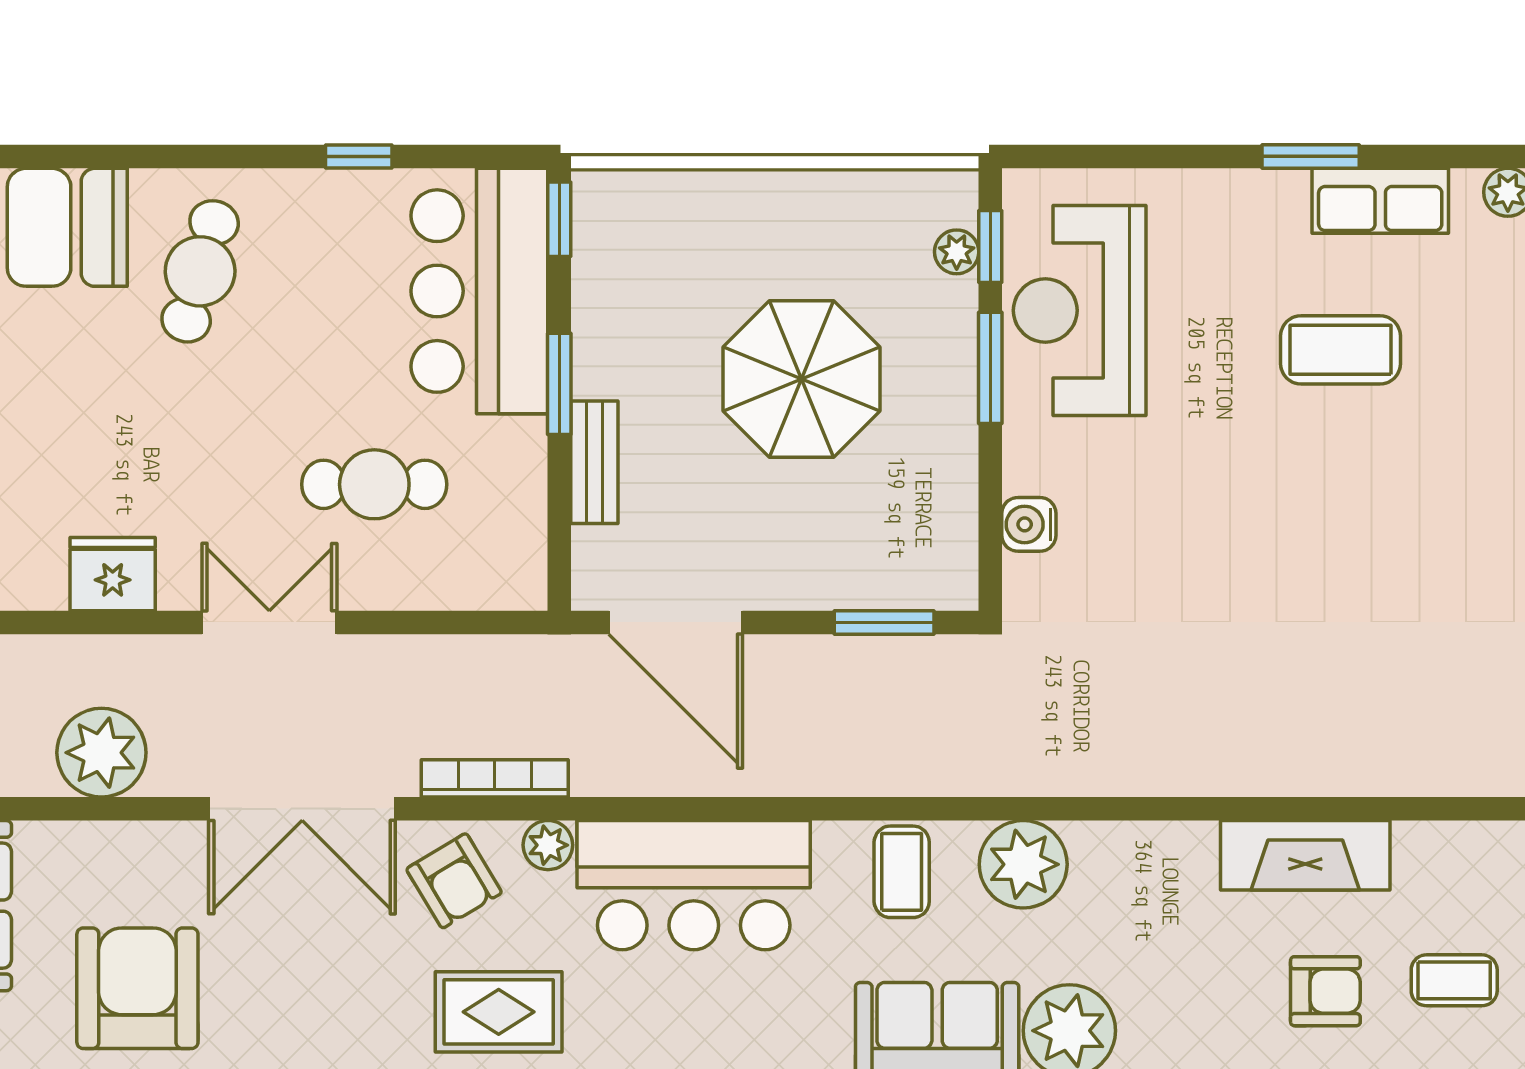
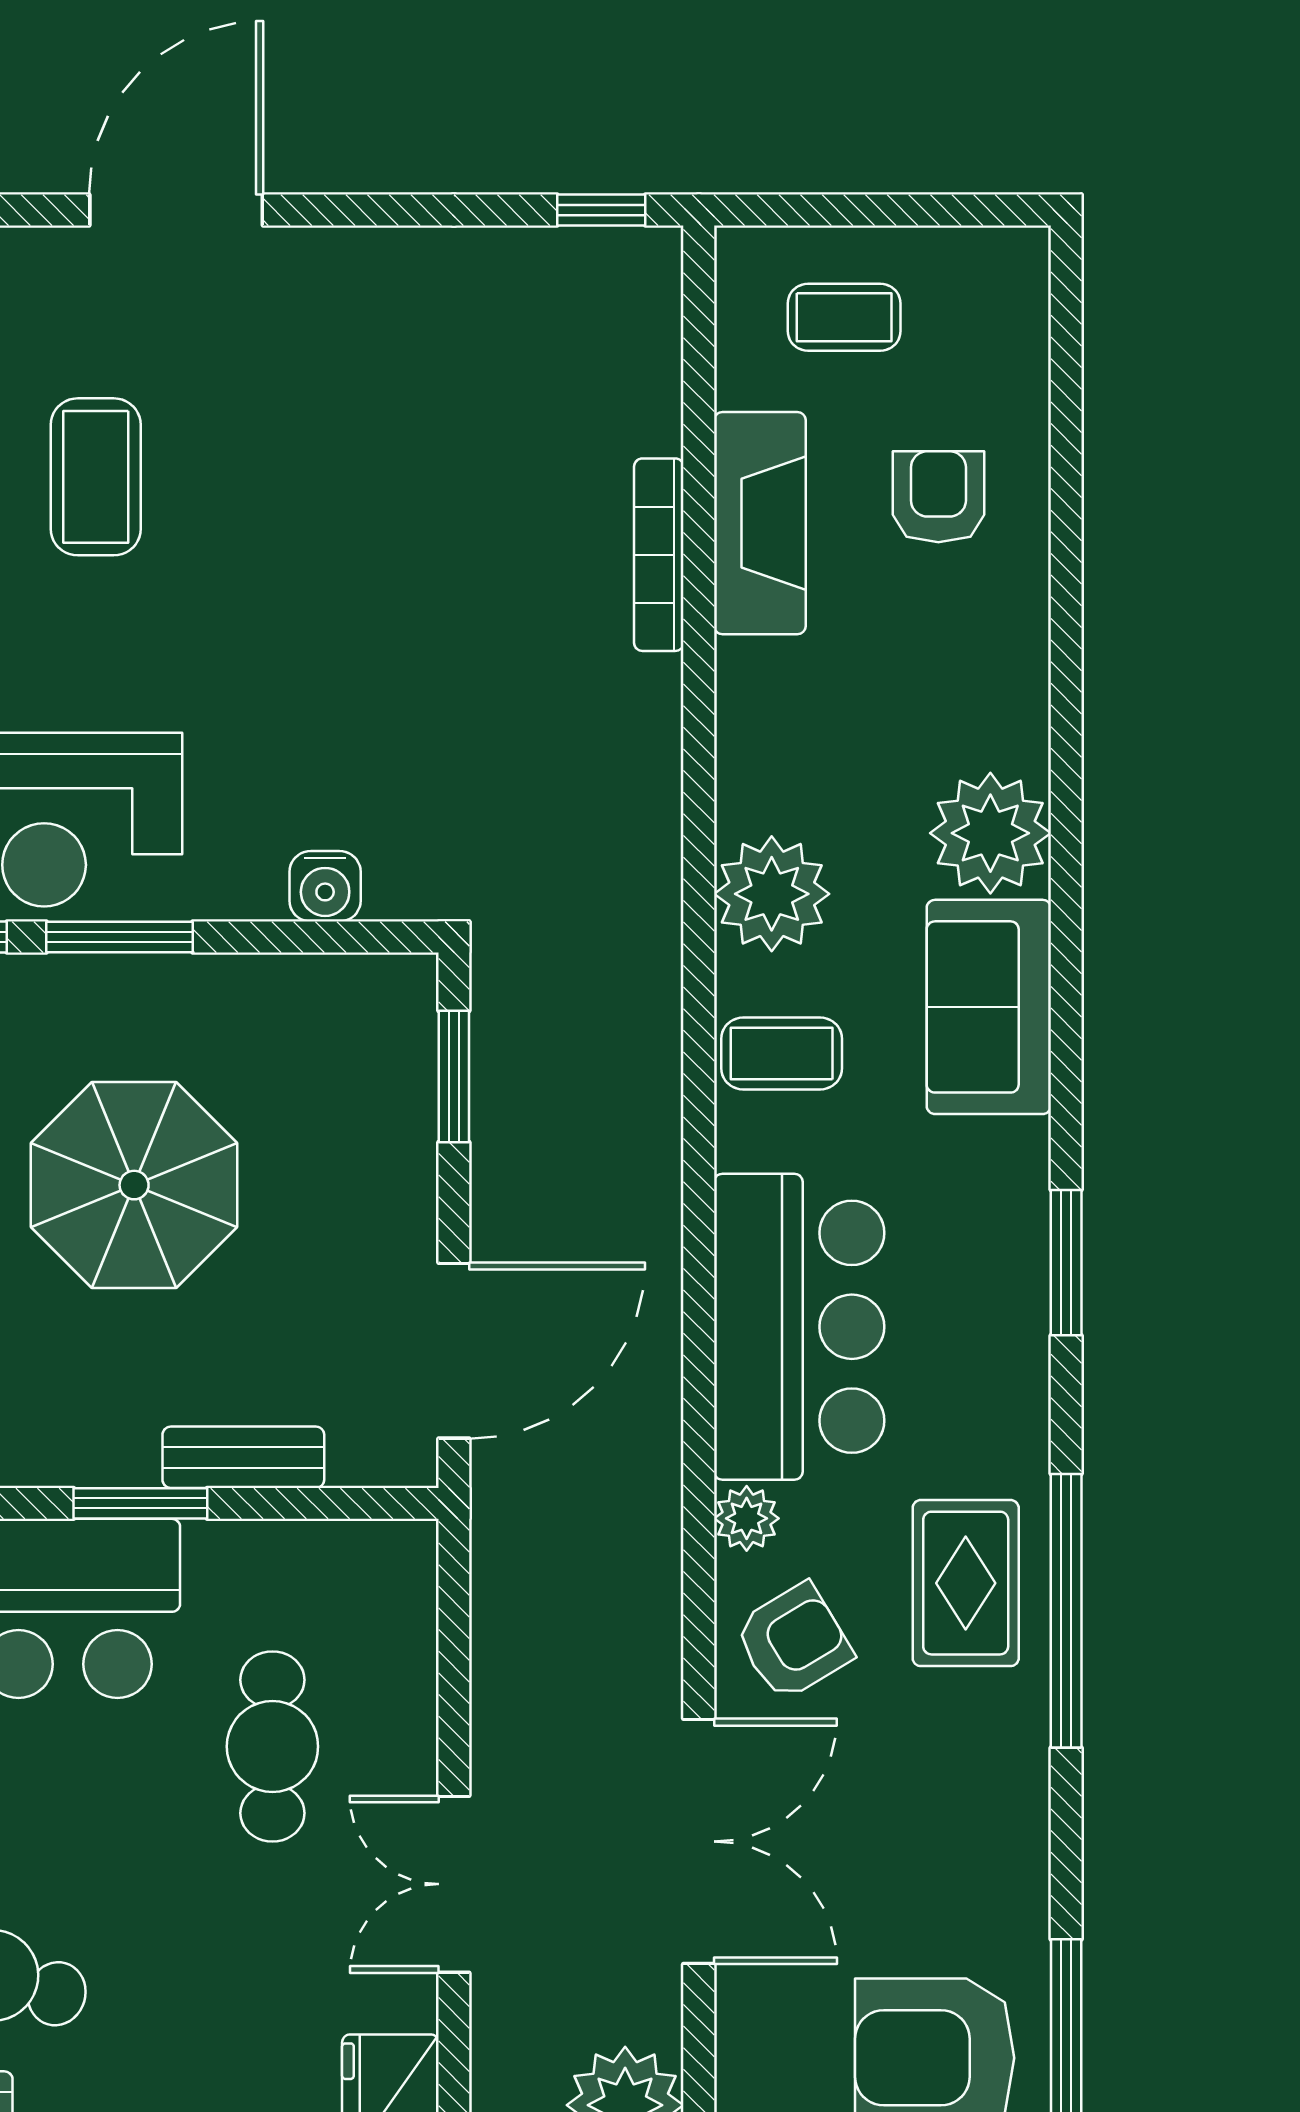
bookcase: (495, 778) -> (659, 555), moved
coffee table: (1454, 980) -> (844, 317), moved, turned 90

